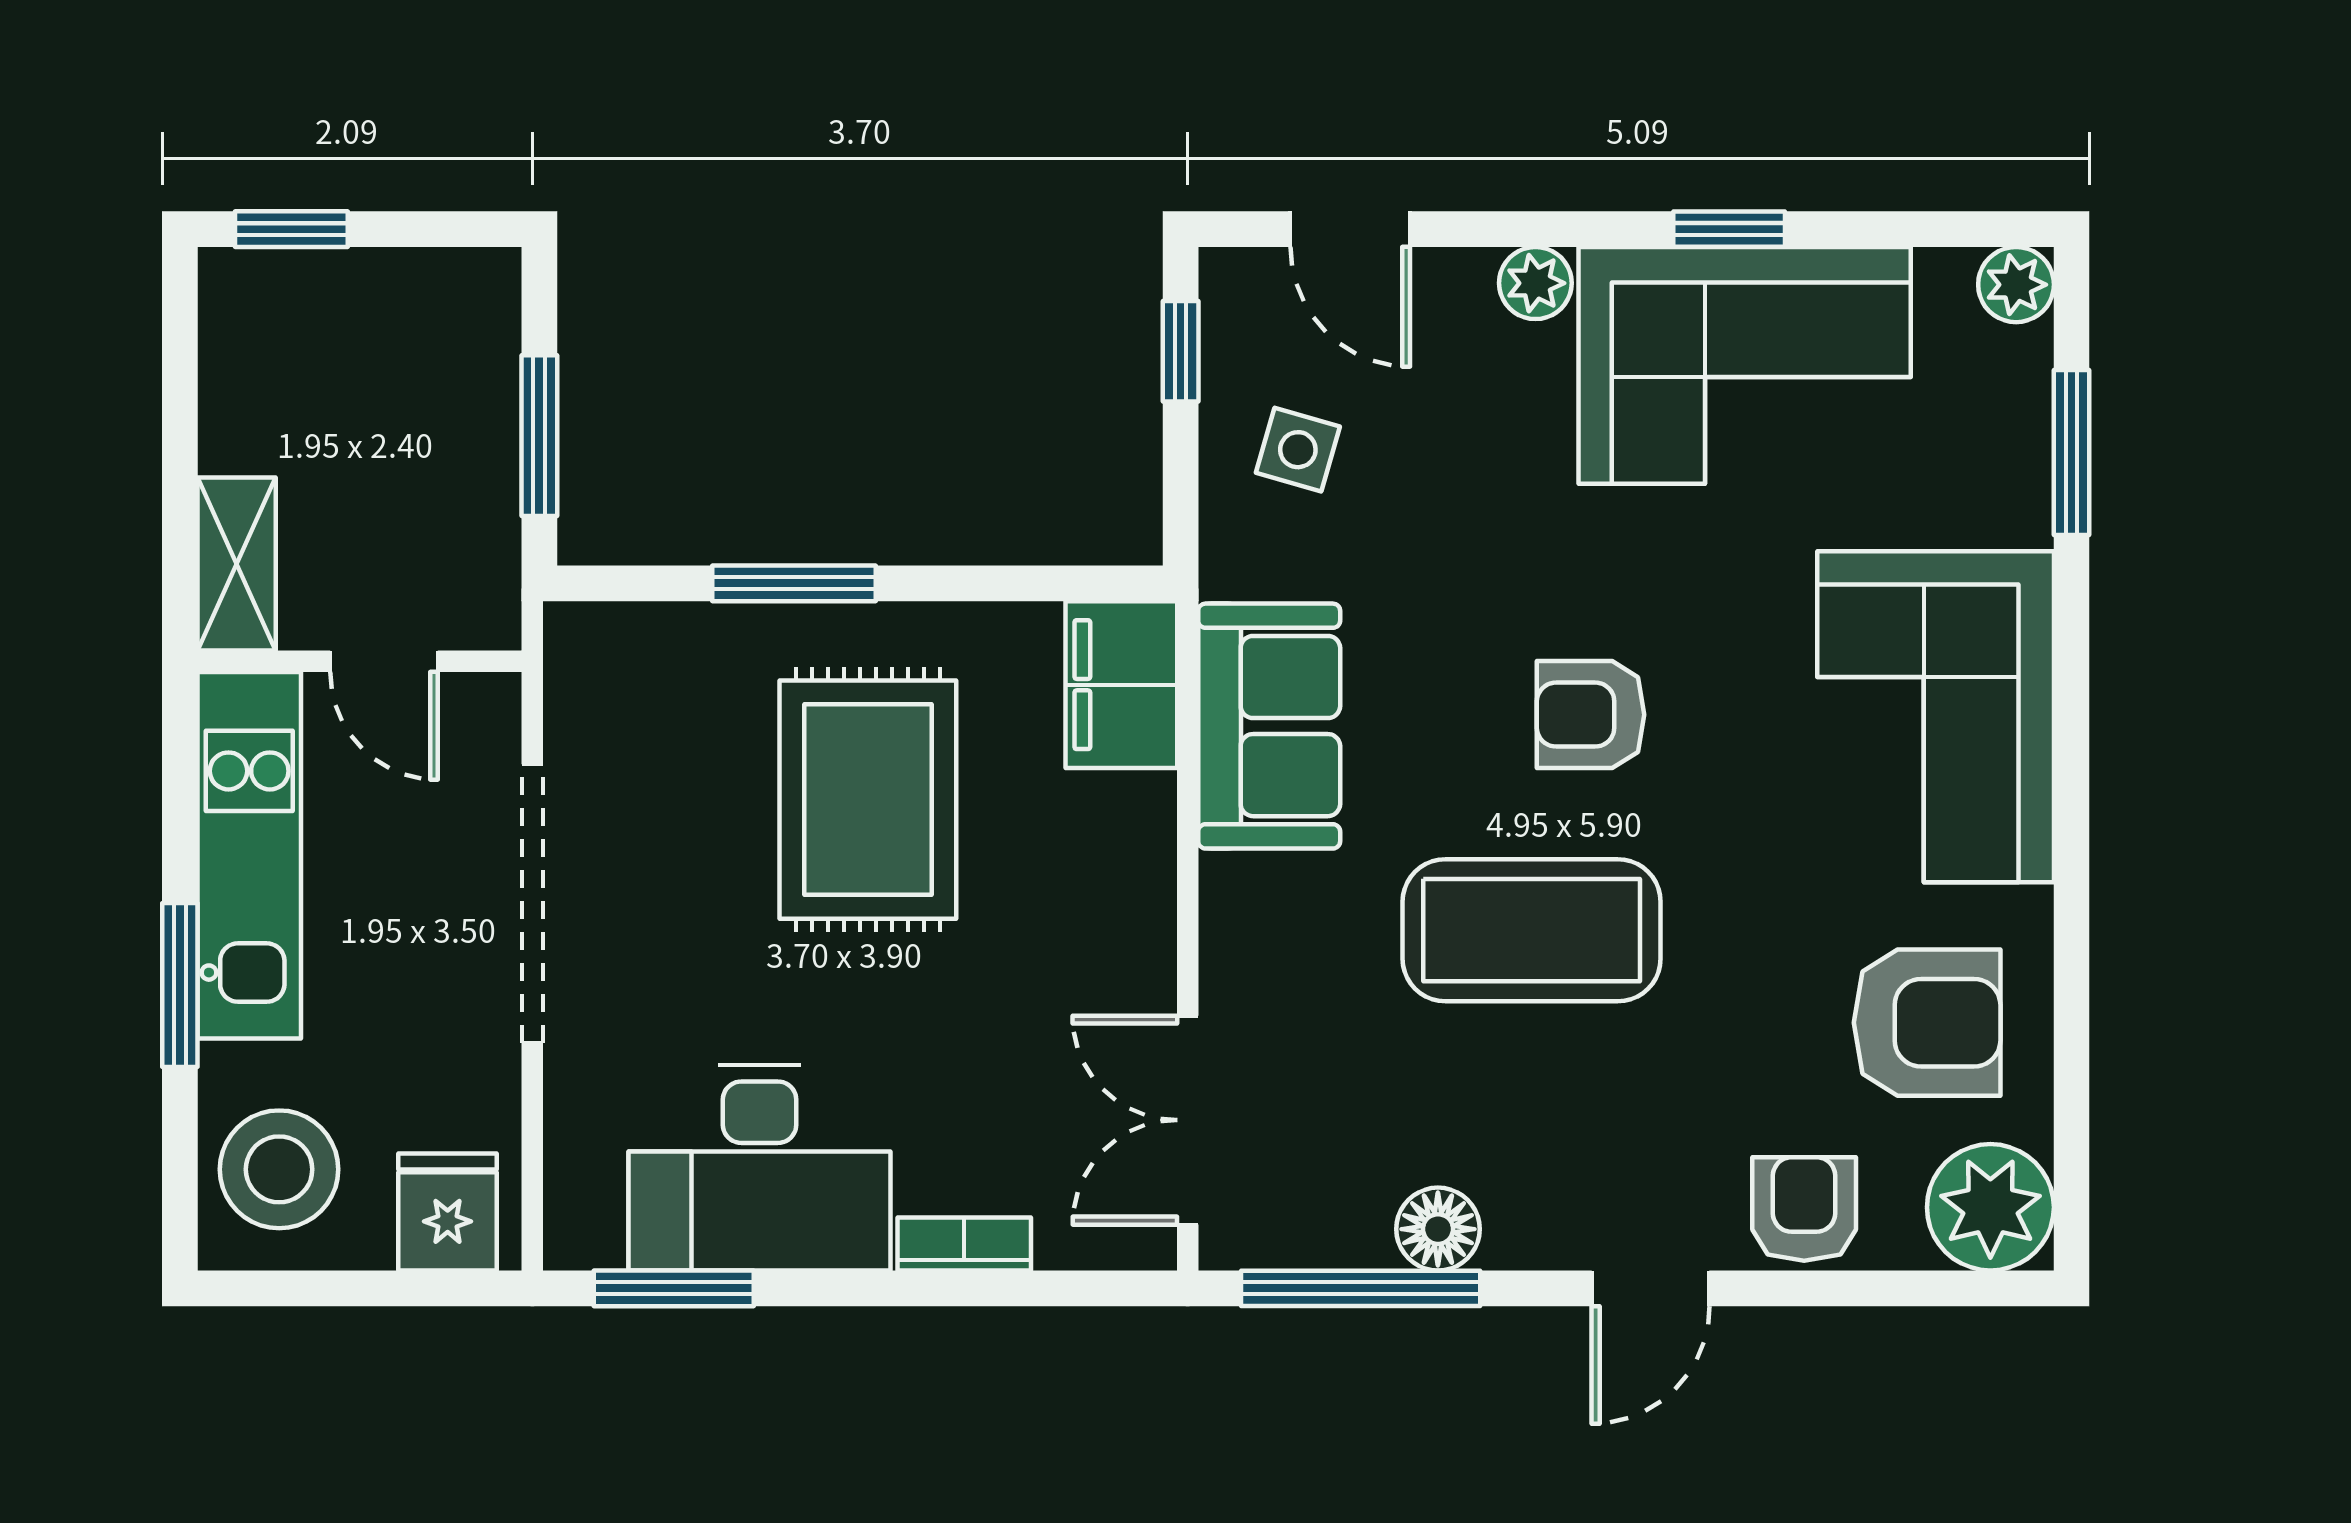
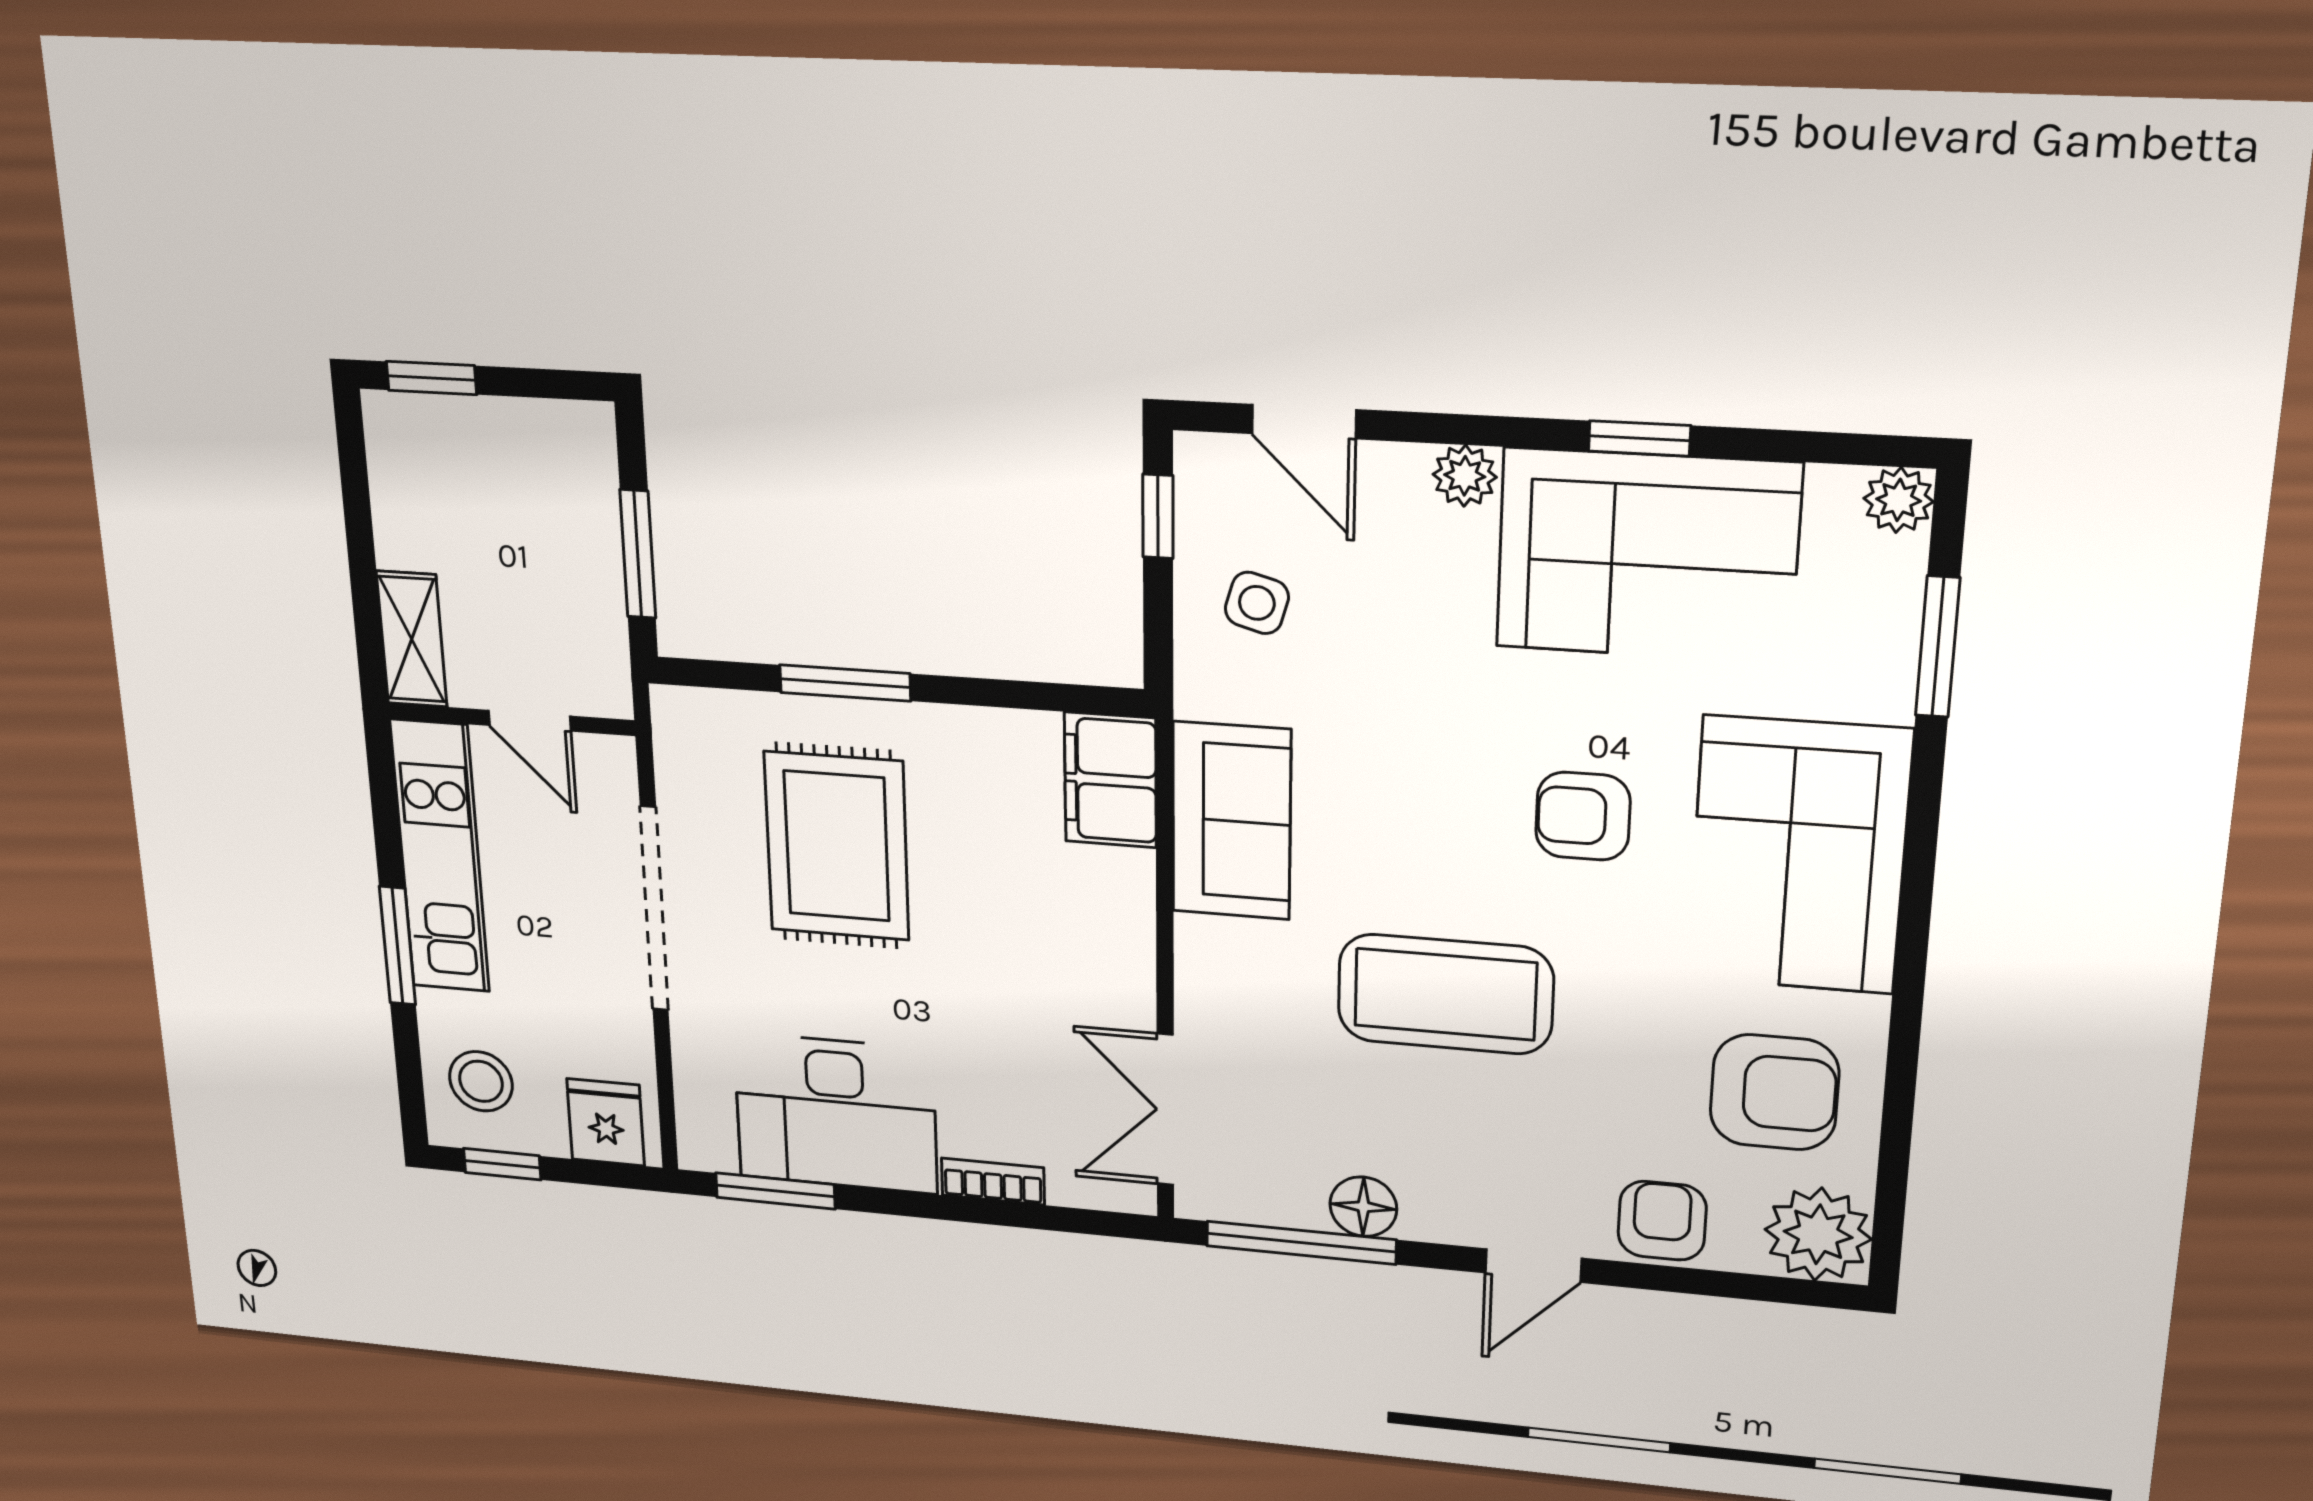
armchair: (1591, 715) -> (1583, 816), moved
rug: (868, 800) -> (837, 846), moved
stool: (279, 1169) -> (481, 1081), width x0.73, depth x0.73
window: (299, 1288) -> (502, 1164), added

